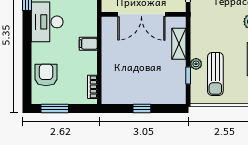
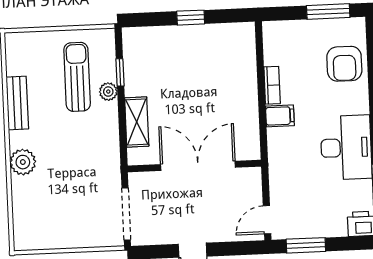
bookcase: (92, 87) -> (272, 85), moved

